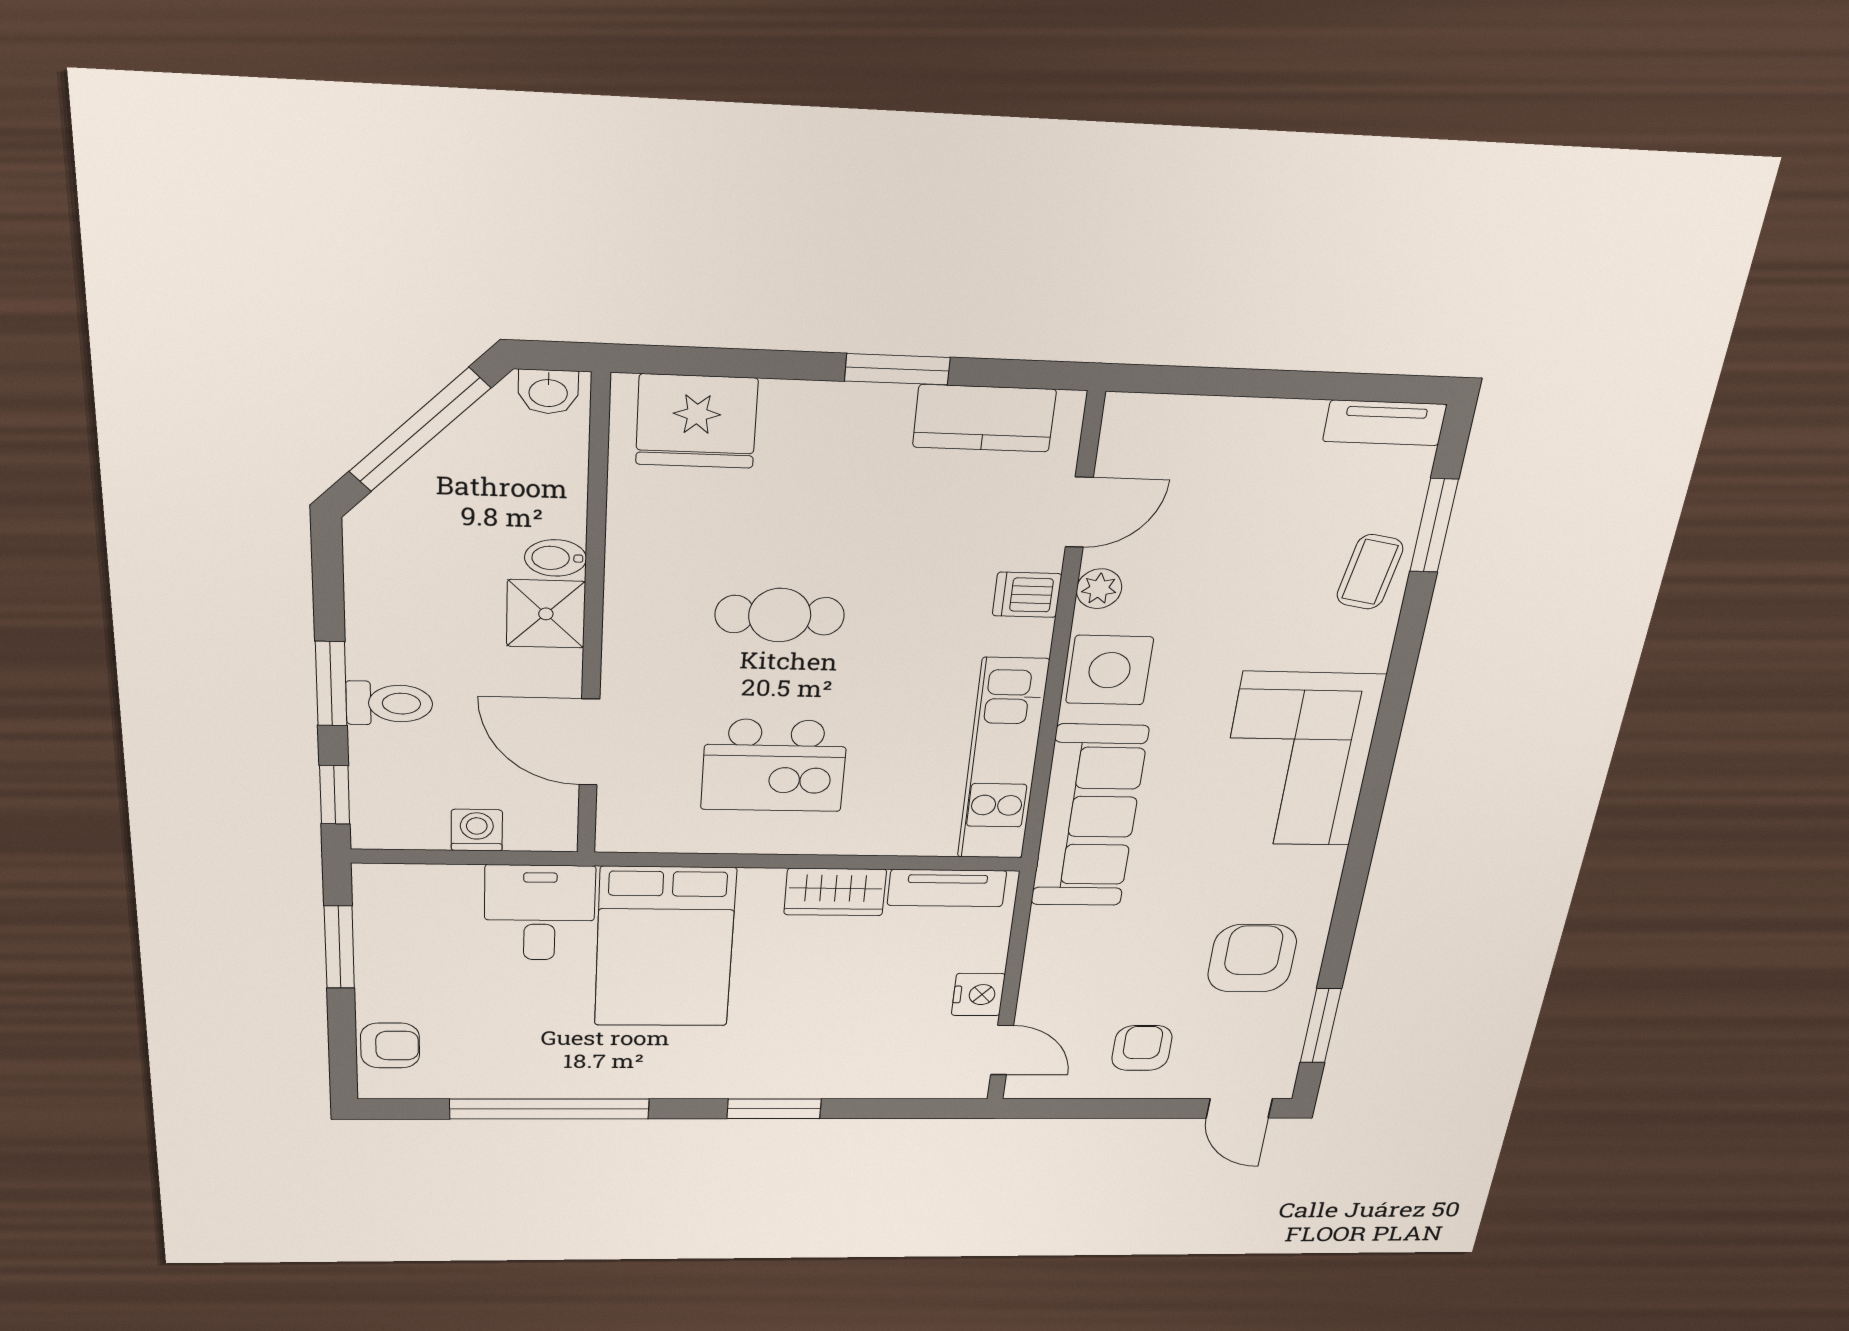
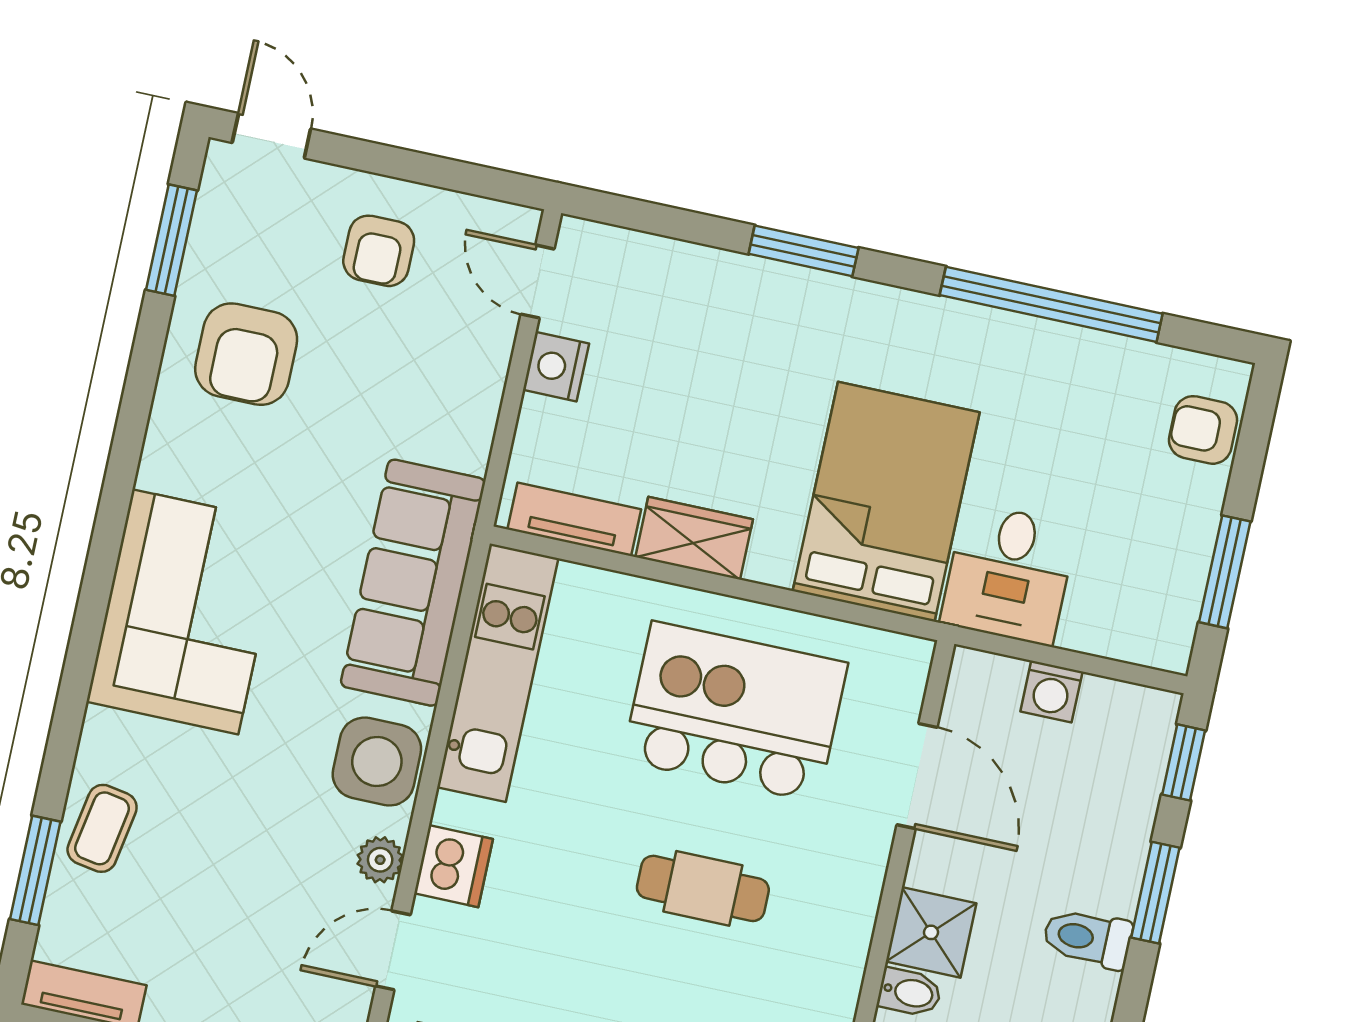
dishwasher: (1027, 595) -> (453, 866), width x1.38
toilet: (389, 703) -> (1087, 938), moved
kitchen island: (774, 766) -> (735, 712), width x1.37, depth x1.28

